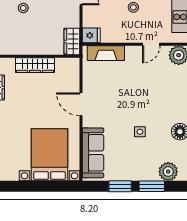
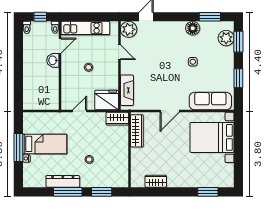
fridge: (91, 35) -> (107, 100), width x1.88, depth x1.34
wardrobe: (35, 65) -> (137, 131), moved
window: (152, 186) -> (238, 42), moved

